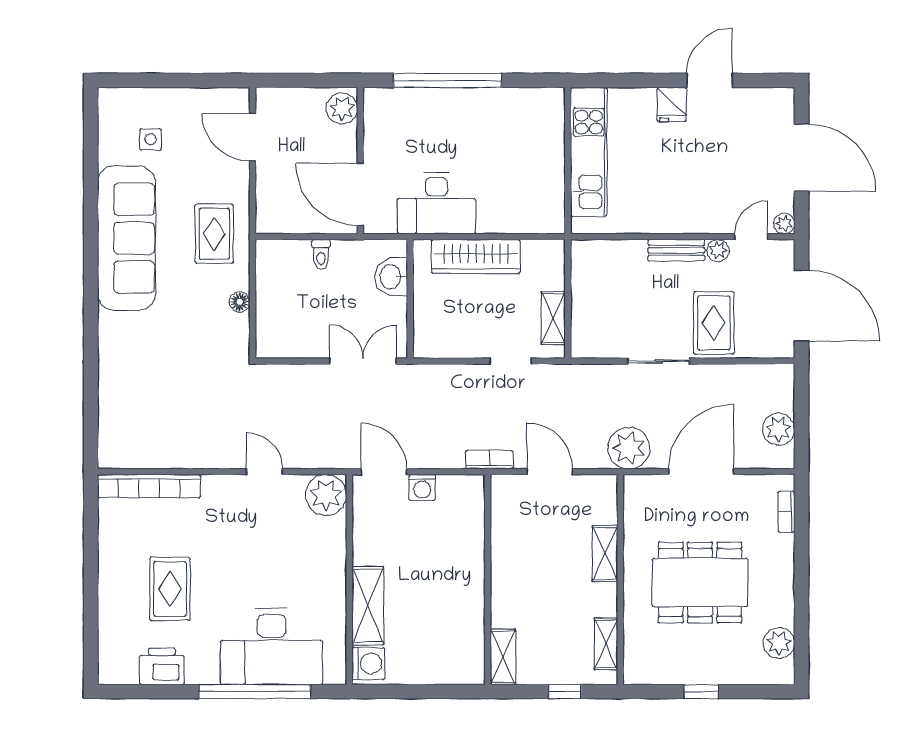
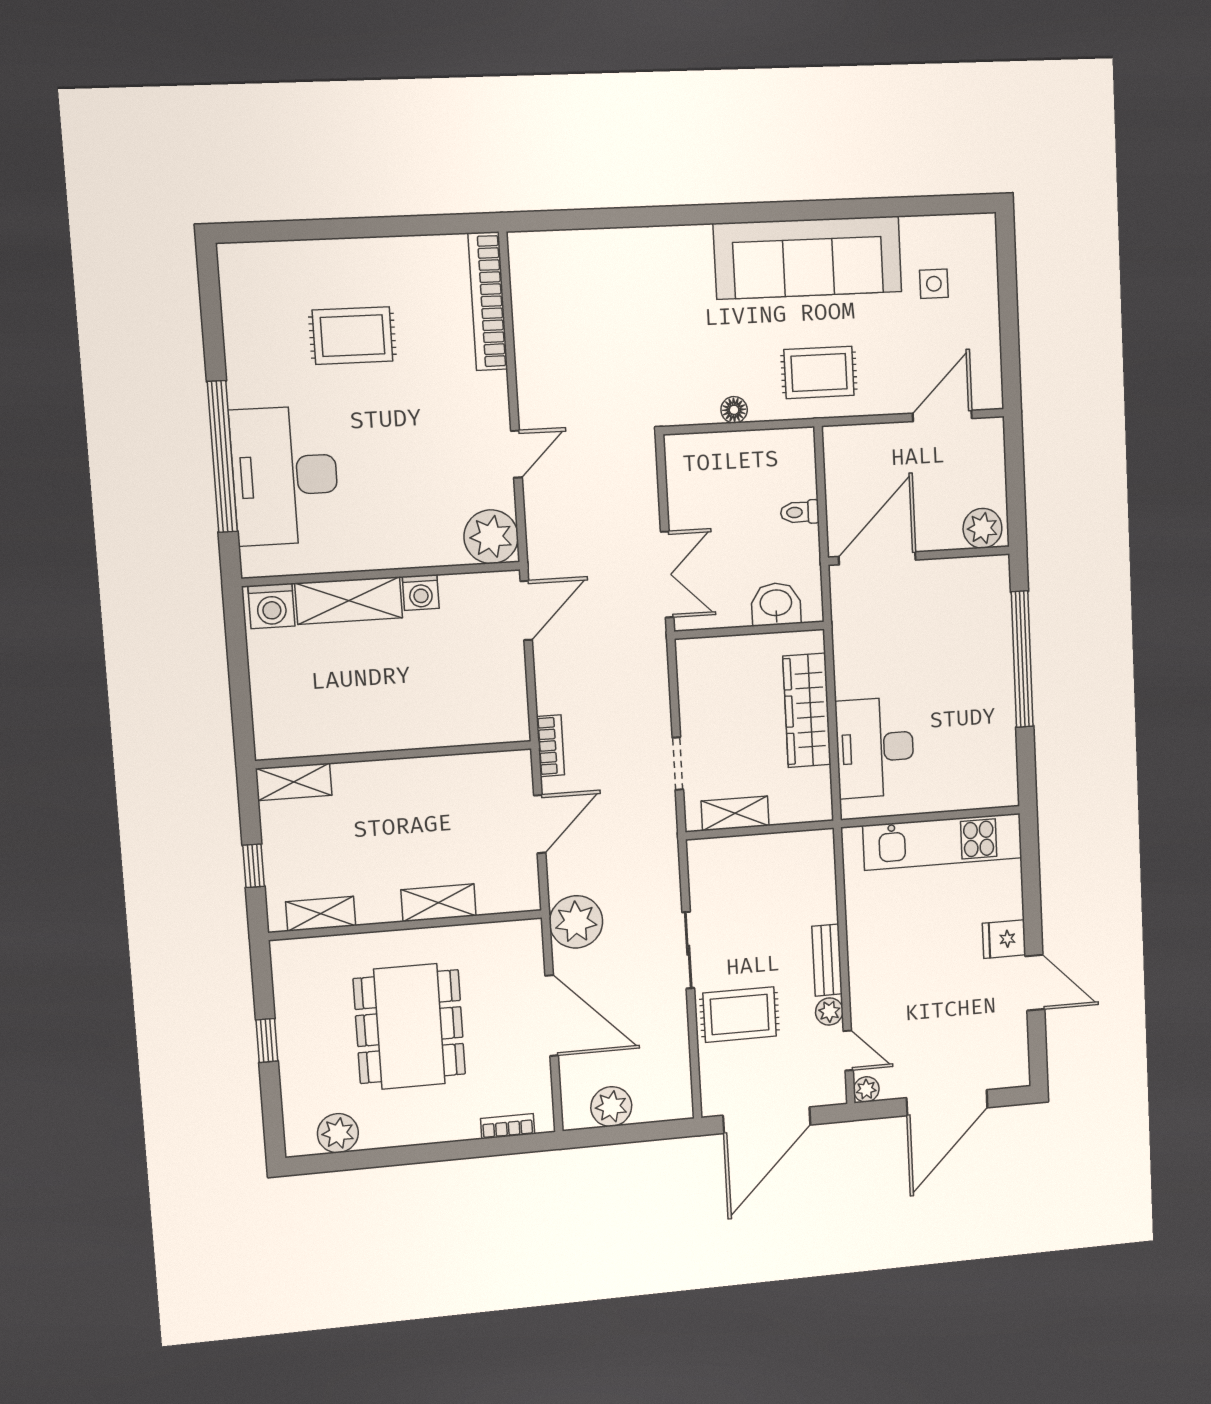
desk: (437, 203) -> (875, 748), moved
washing machine: (422, 487) -> (421, 592), moved, turned -90
printer: (162, 666) -> (247, 329), removed

